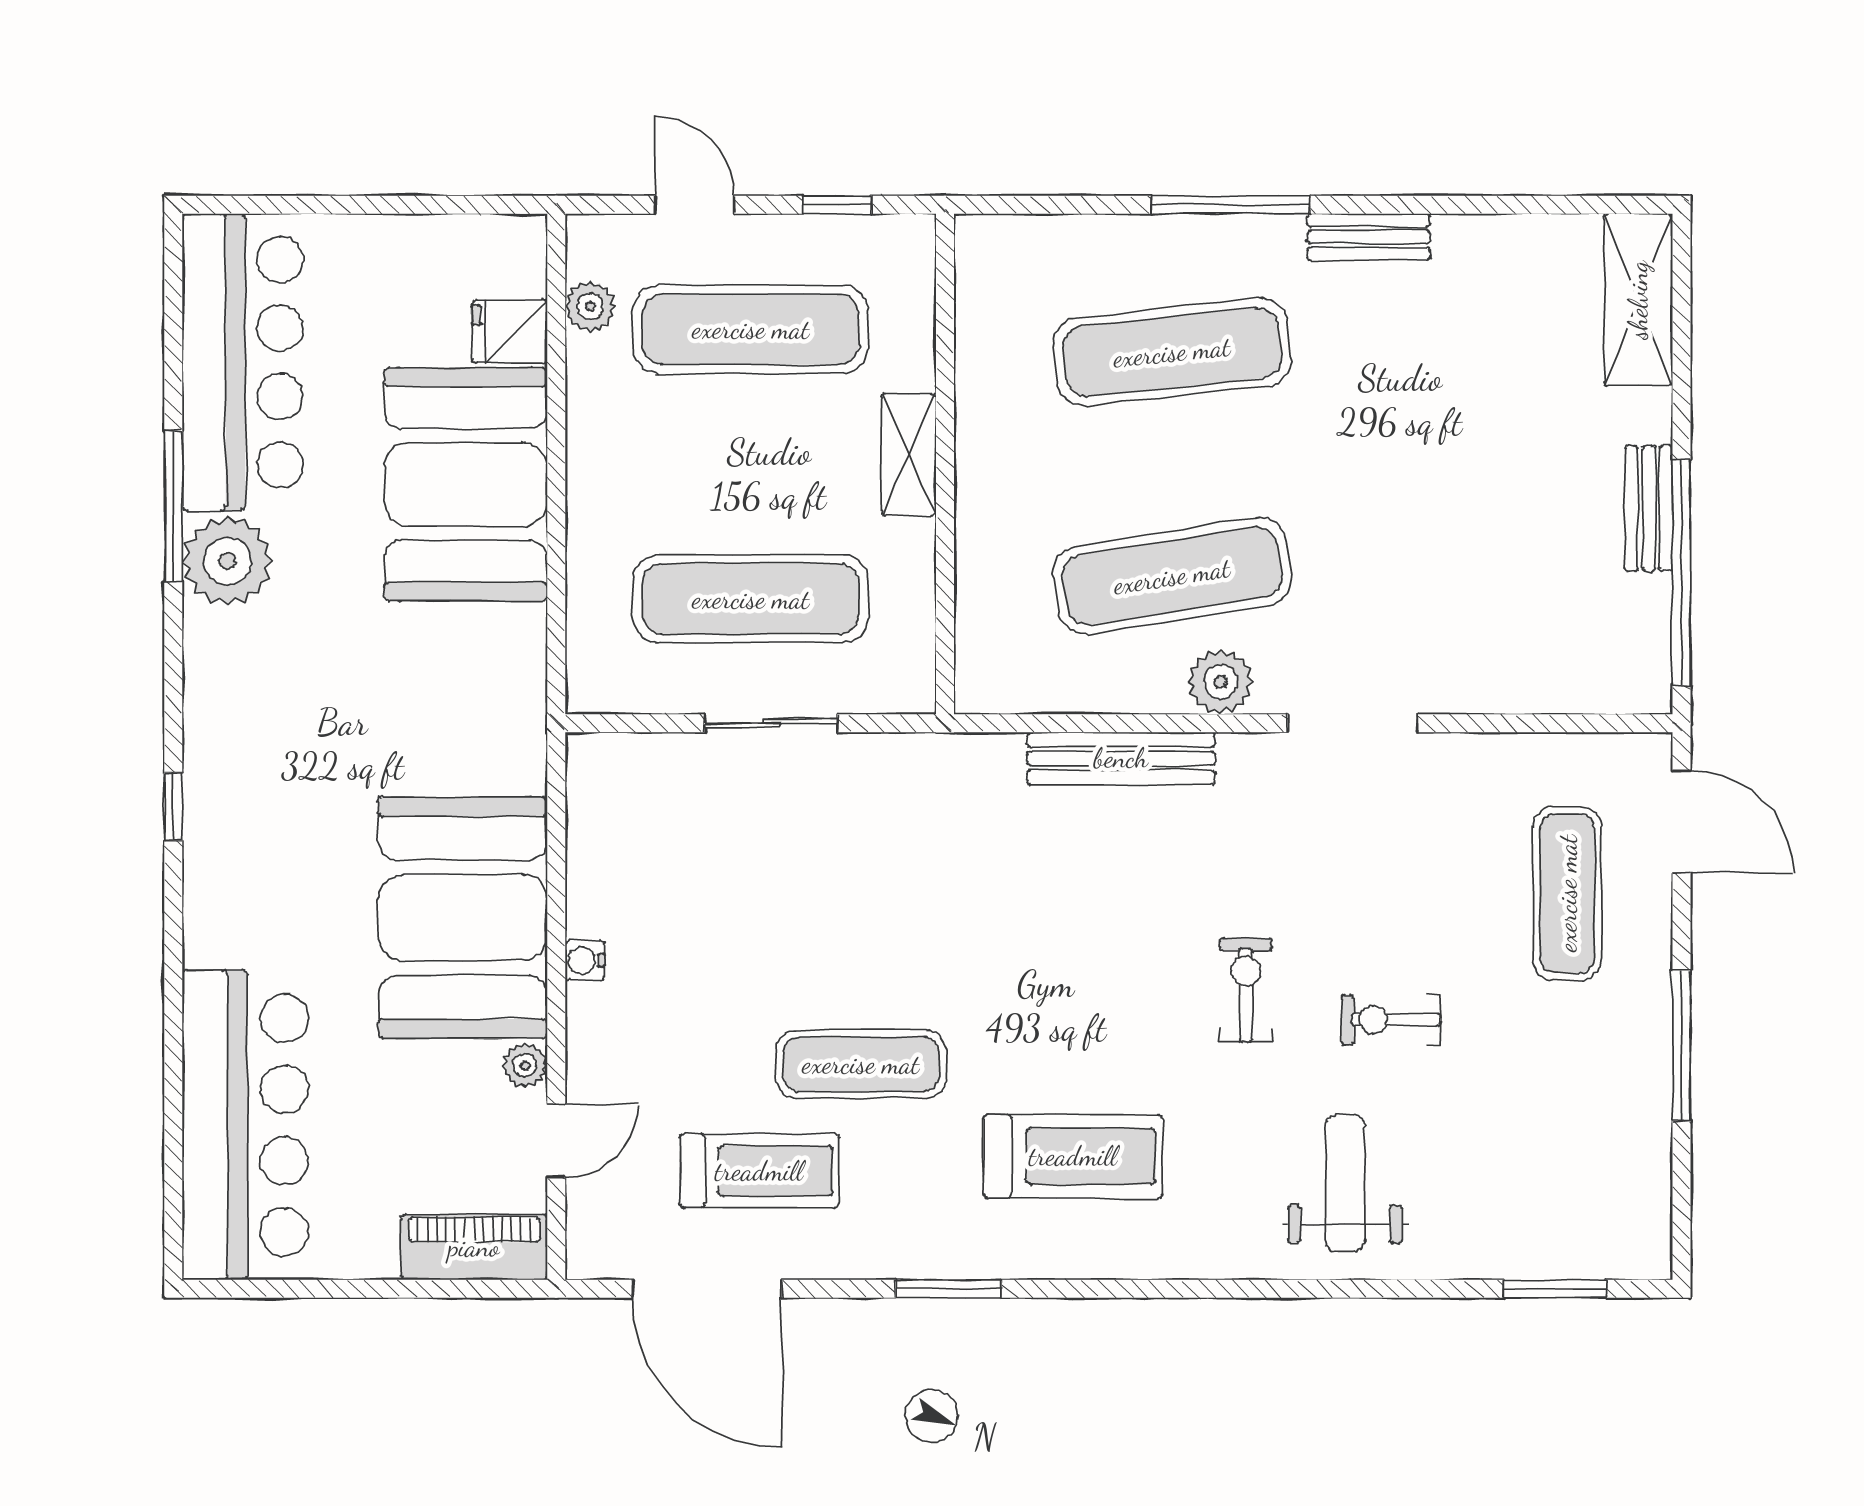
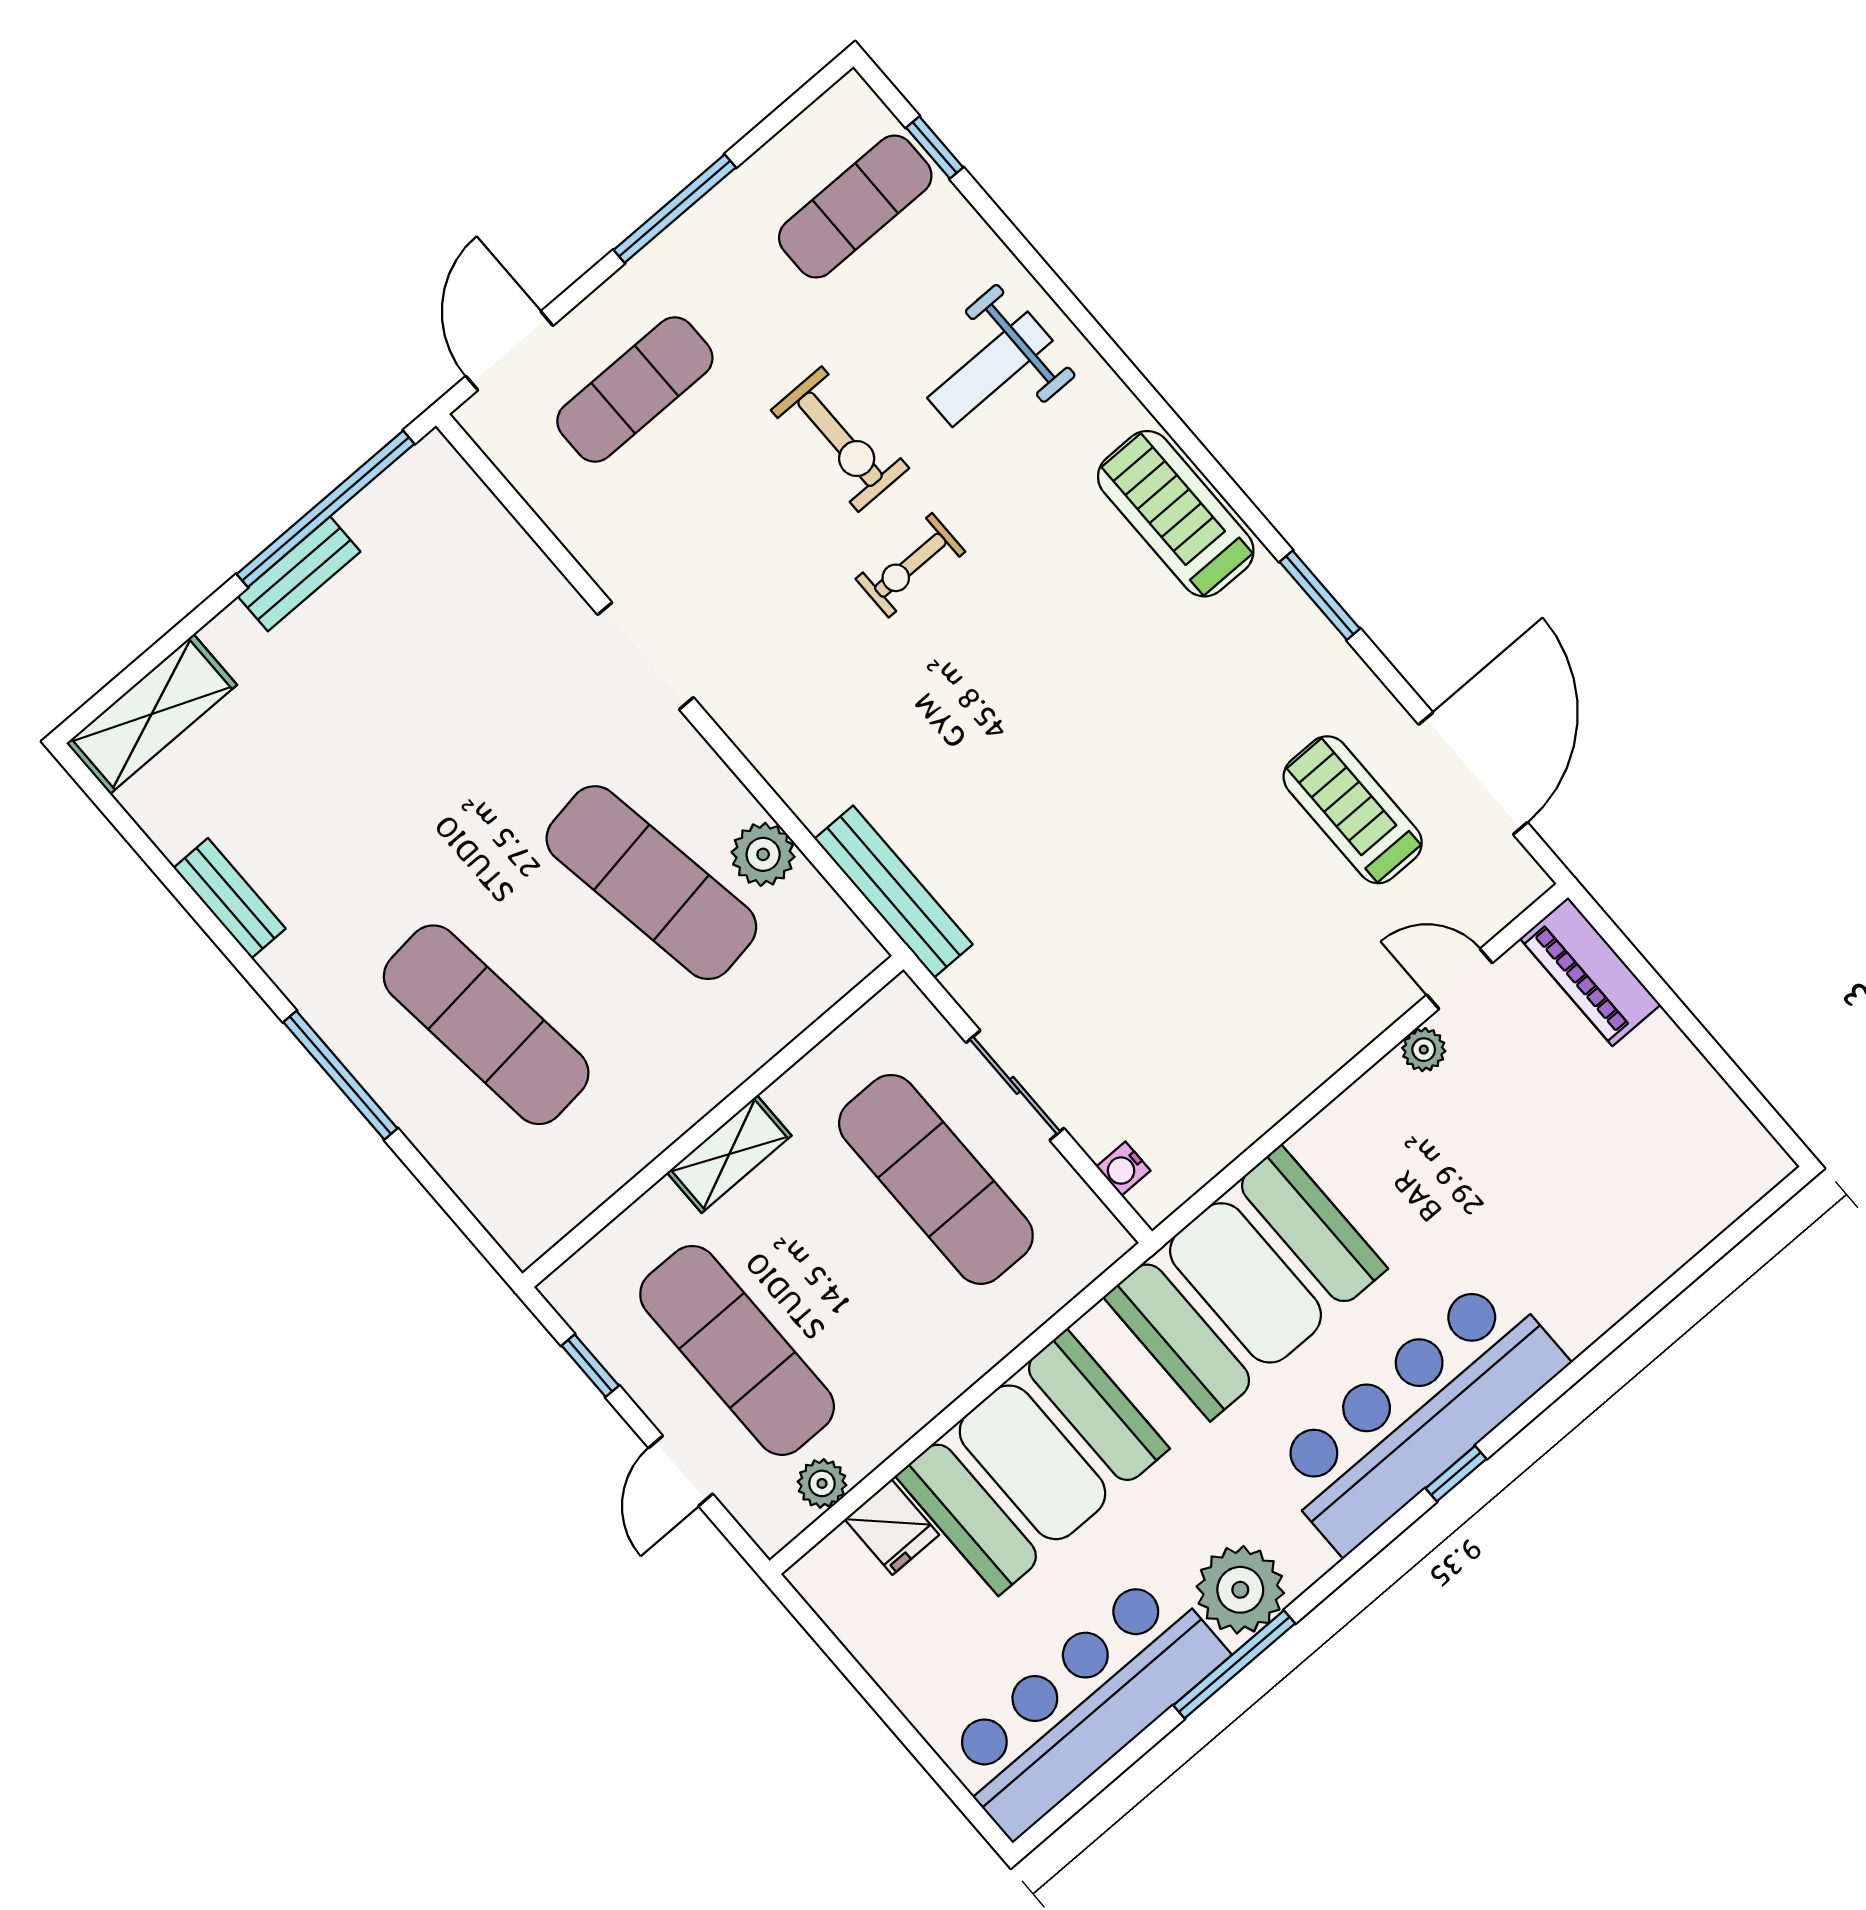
bench: (1369, 237) -> (230, 898), moved
plant: (1221, 682) -> (763, 854), moved
bench: (1121, 758) -> (893, 892), moved
booth: (463, 918) -> (1246, 1283), moved
water cooler: (585, 960) -> (1123, 1169), moved, turned 90
exercise bike: (1391, 1020) -> (840, 439), width x1.38, depth x1.39
exercise mat: (861, 1064) -> (855, 207), moved, turned 90
bar counter: (245, 1125) -> (1418, 1414), moved
treadmill: (1073, 1156) -> (1176, 514), moved
window: (1555, 1289) -> (935, 147), width x0.67

